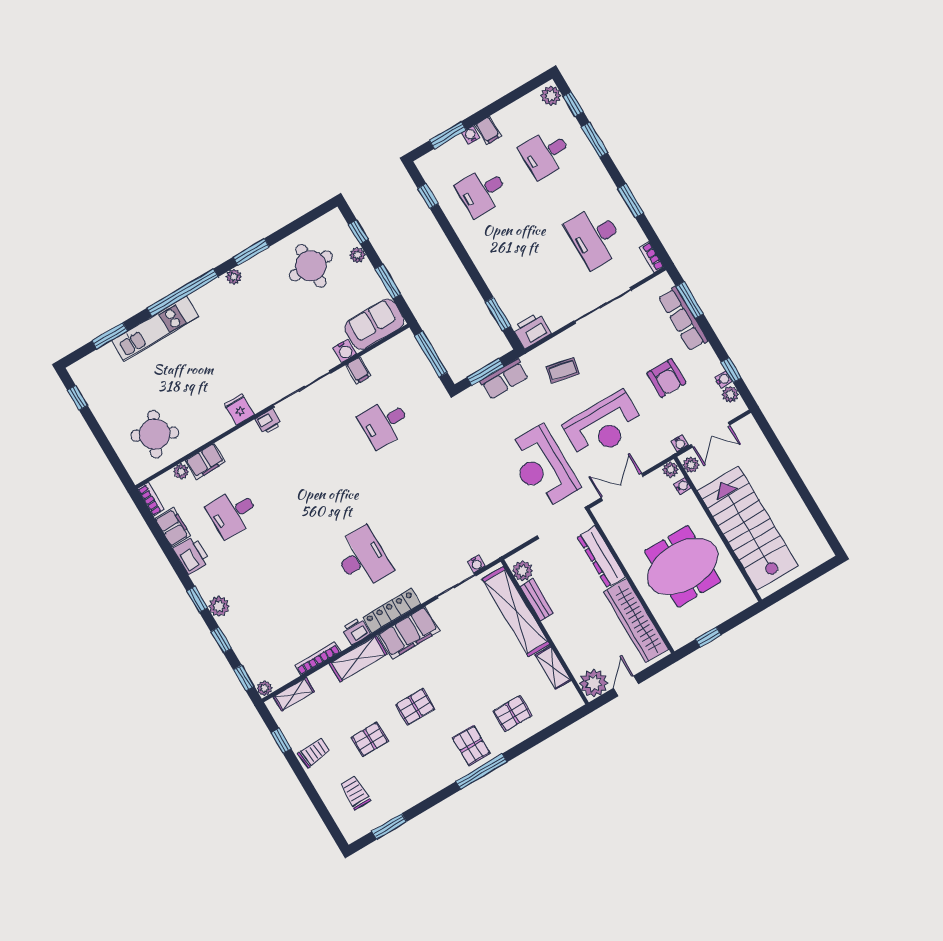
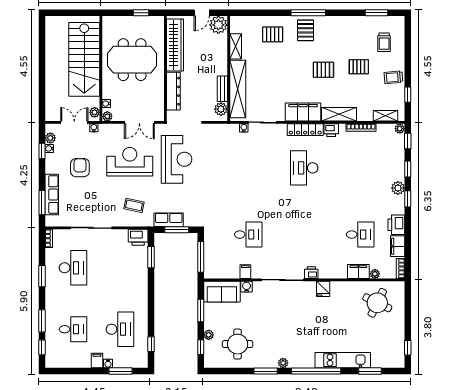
plant: (551, 96) -> (51, 359), removed
desk: (482, 191) -> (120, 329), width x1.37

